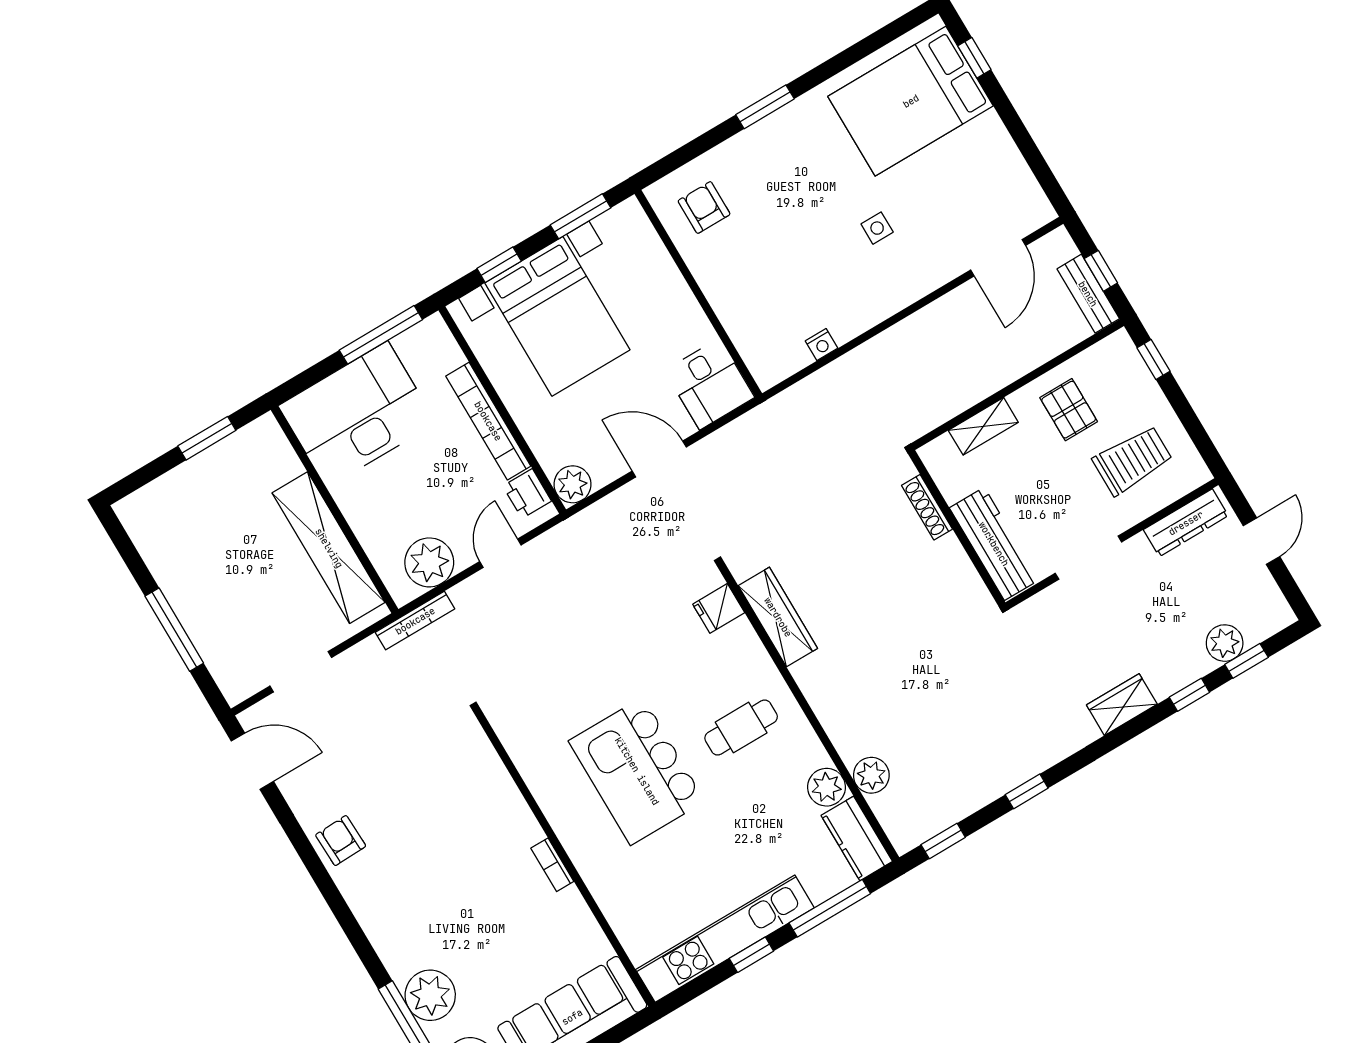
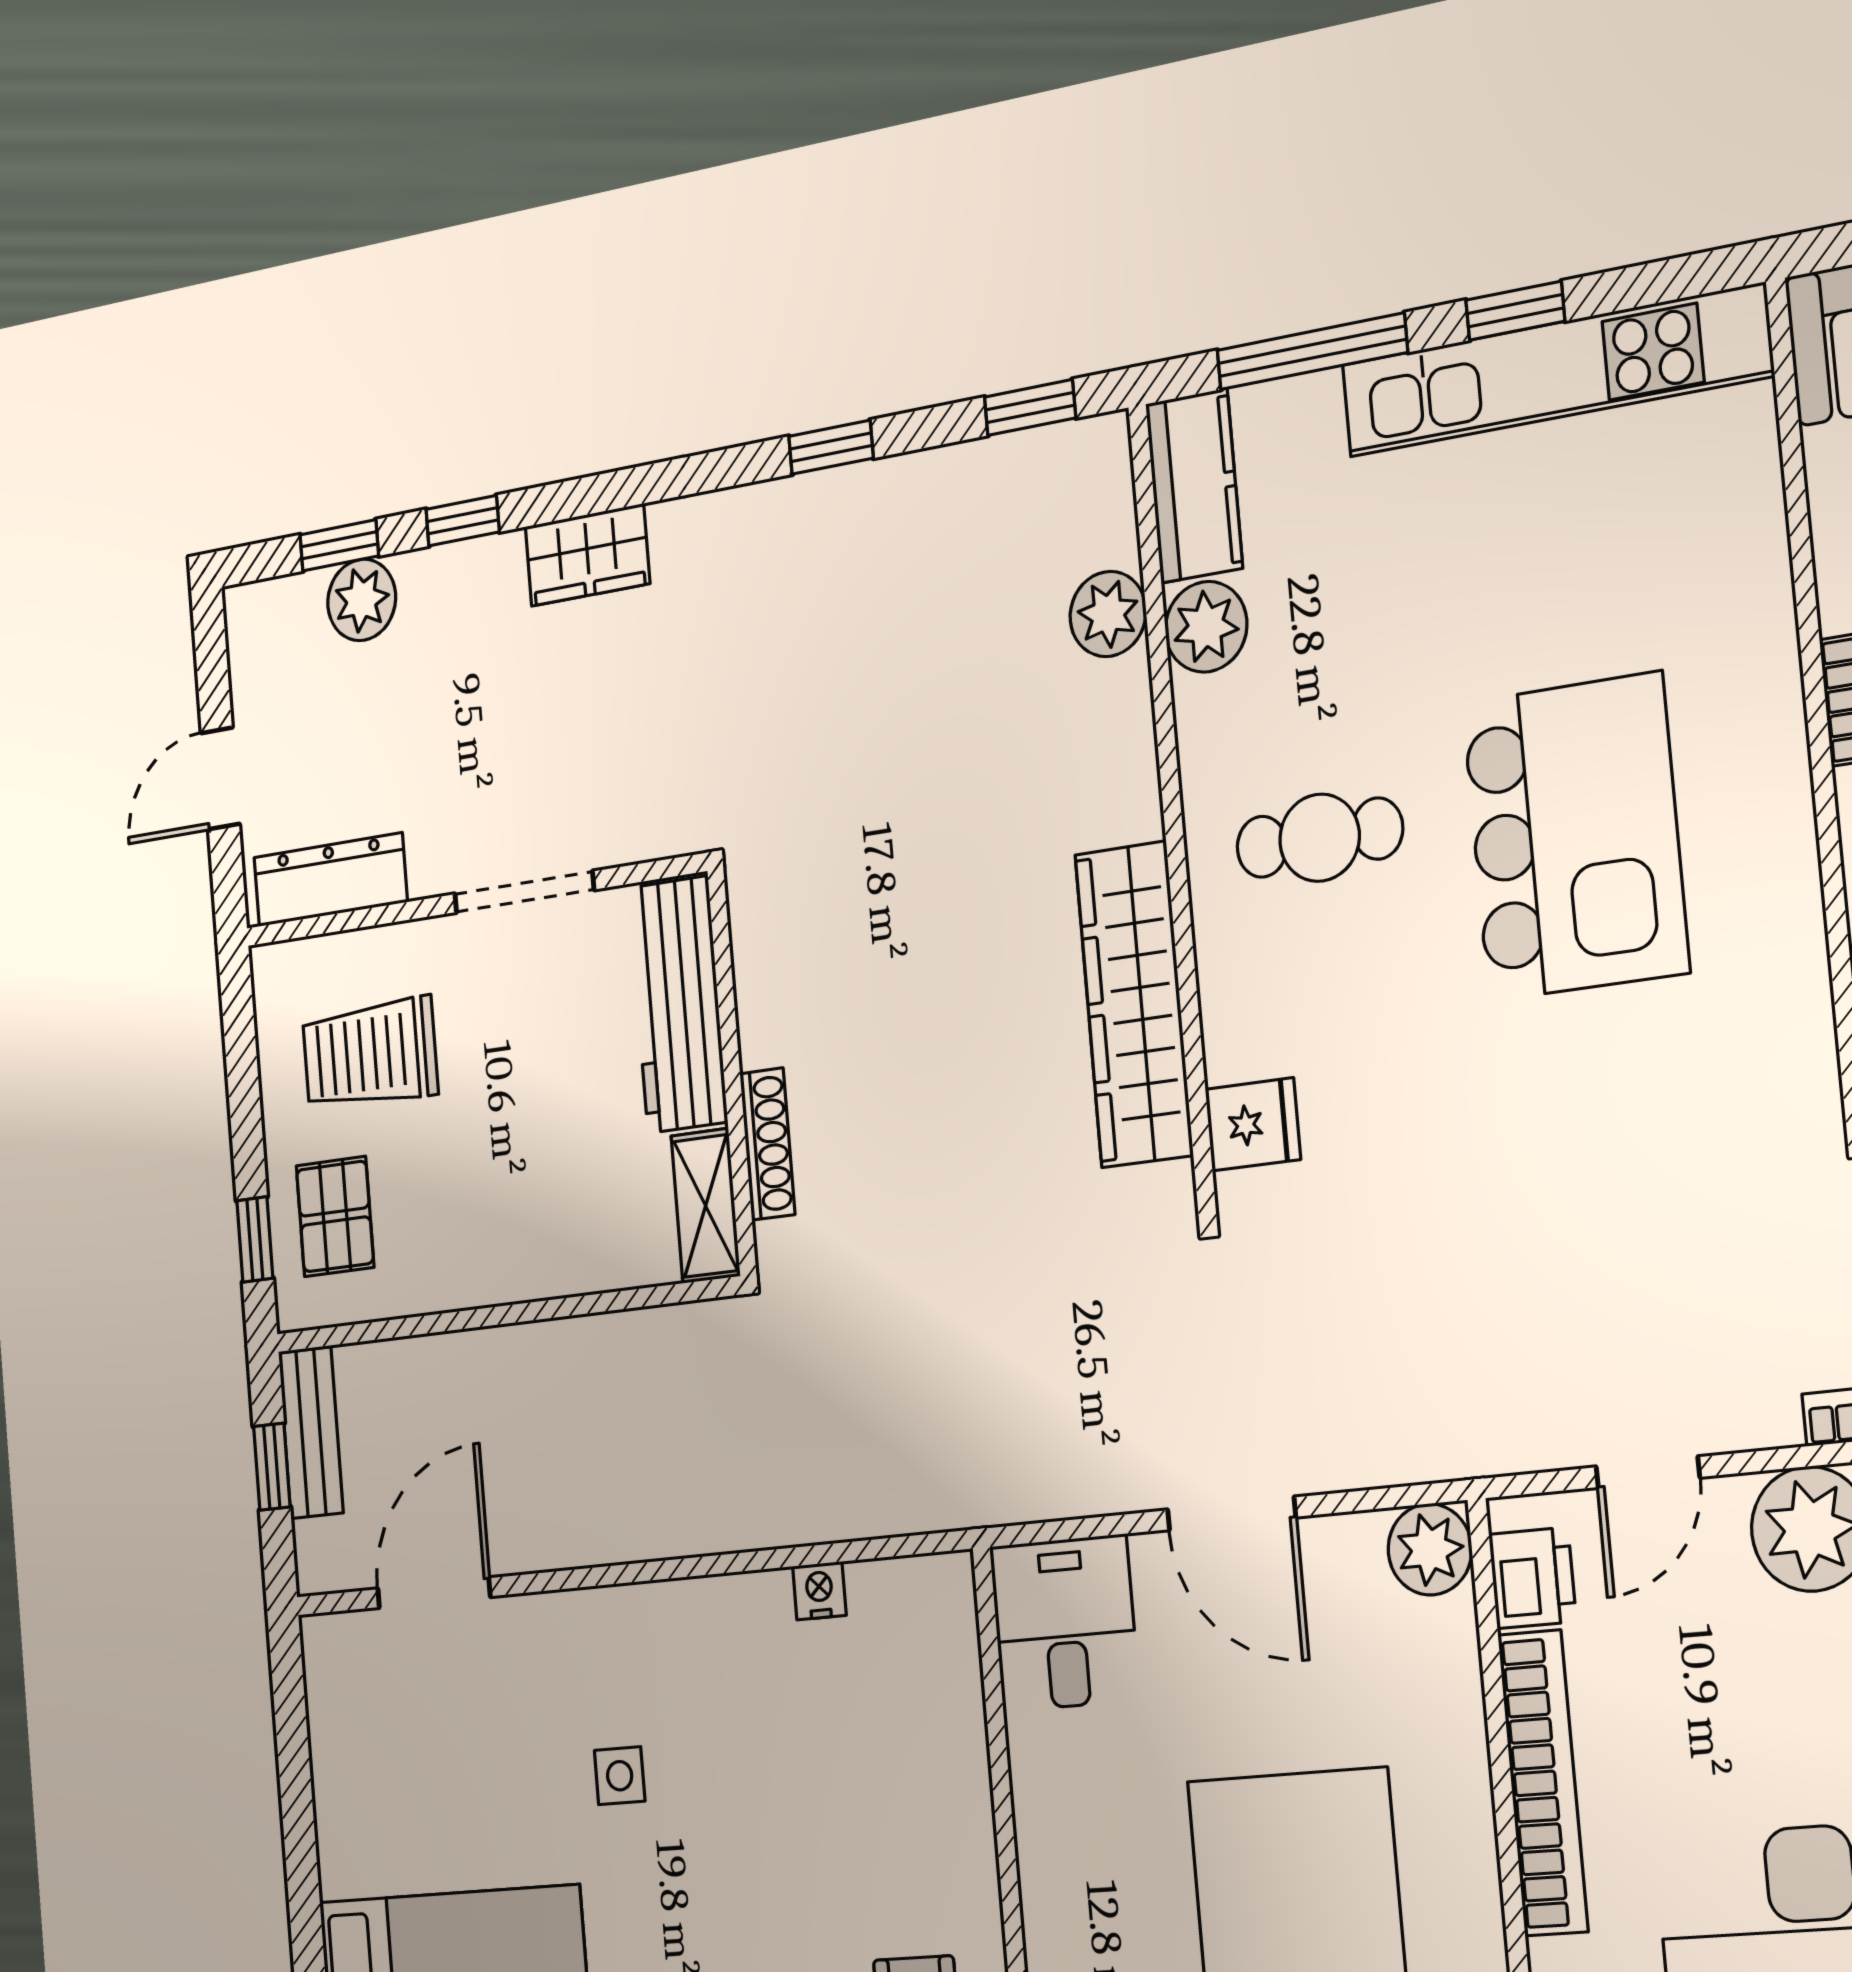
pallet: (1069, 410) -> (335, 1216), moved
shelving: (983, 426) -> (706, 1206), moved, turned 90
wardrobe: (778, 617) -> (1134, 1004), width x1.40, depth x1.17

